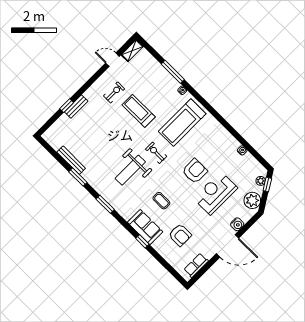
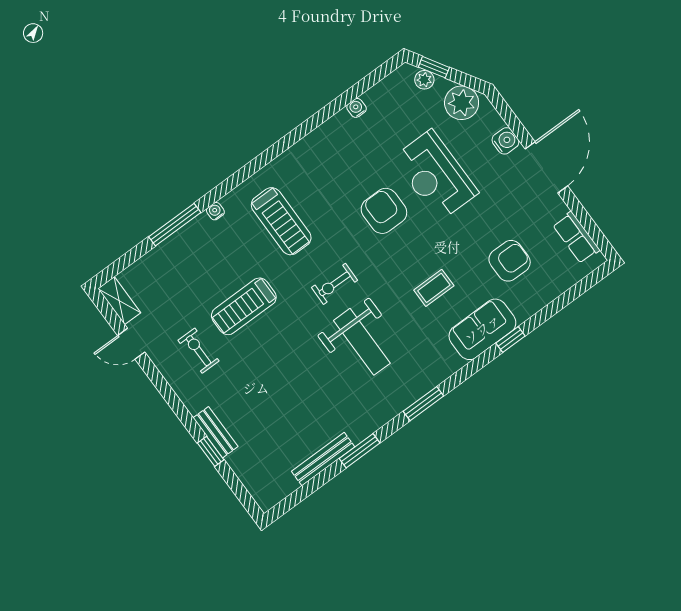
door: (112, 60) -> (131, 344), hinge flipped
treadmill: (182, 123) -> (281, 221), width x0.73, depth x0.73

